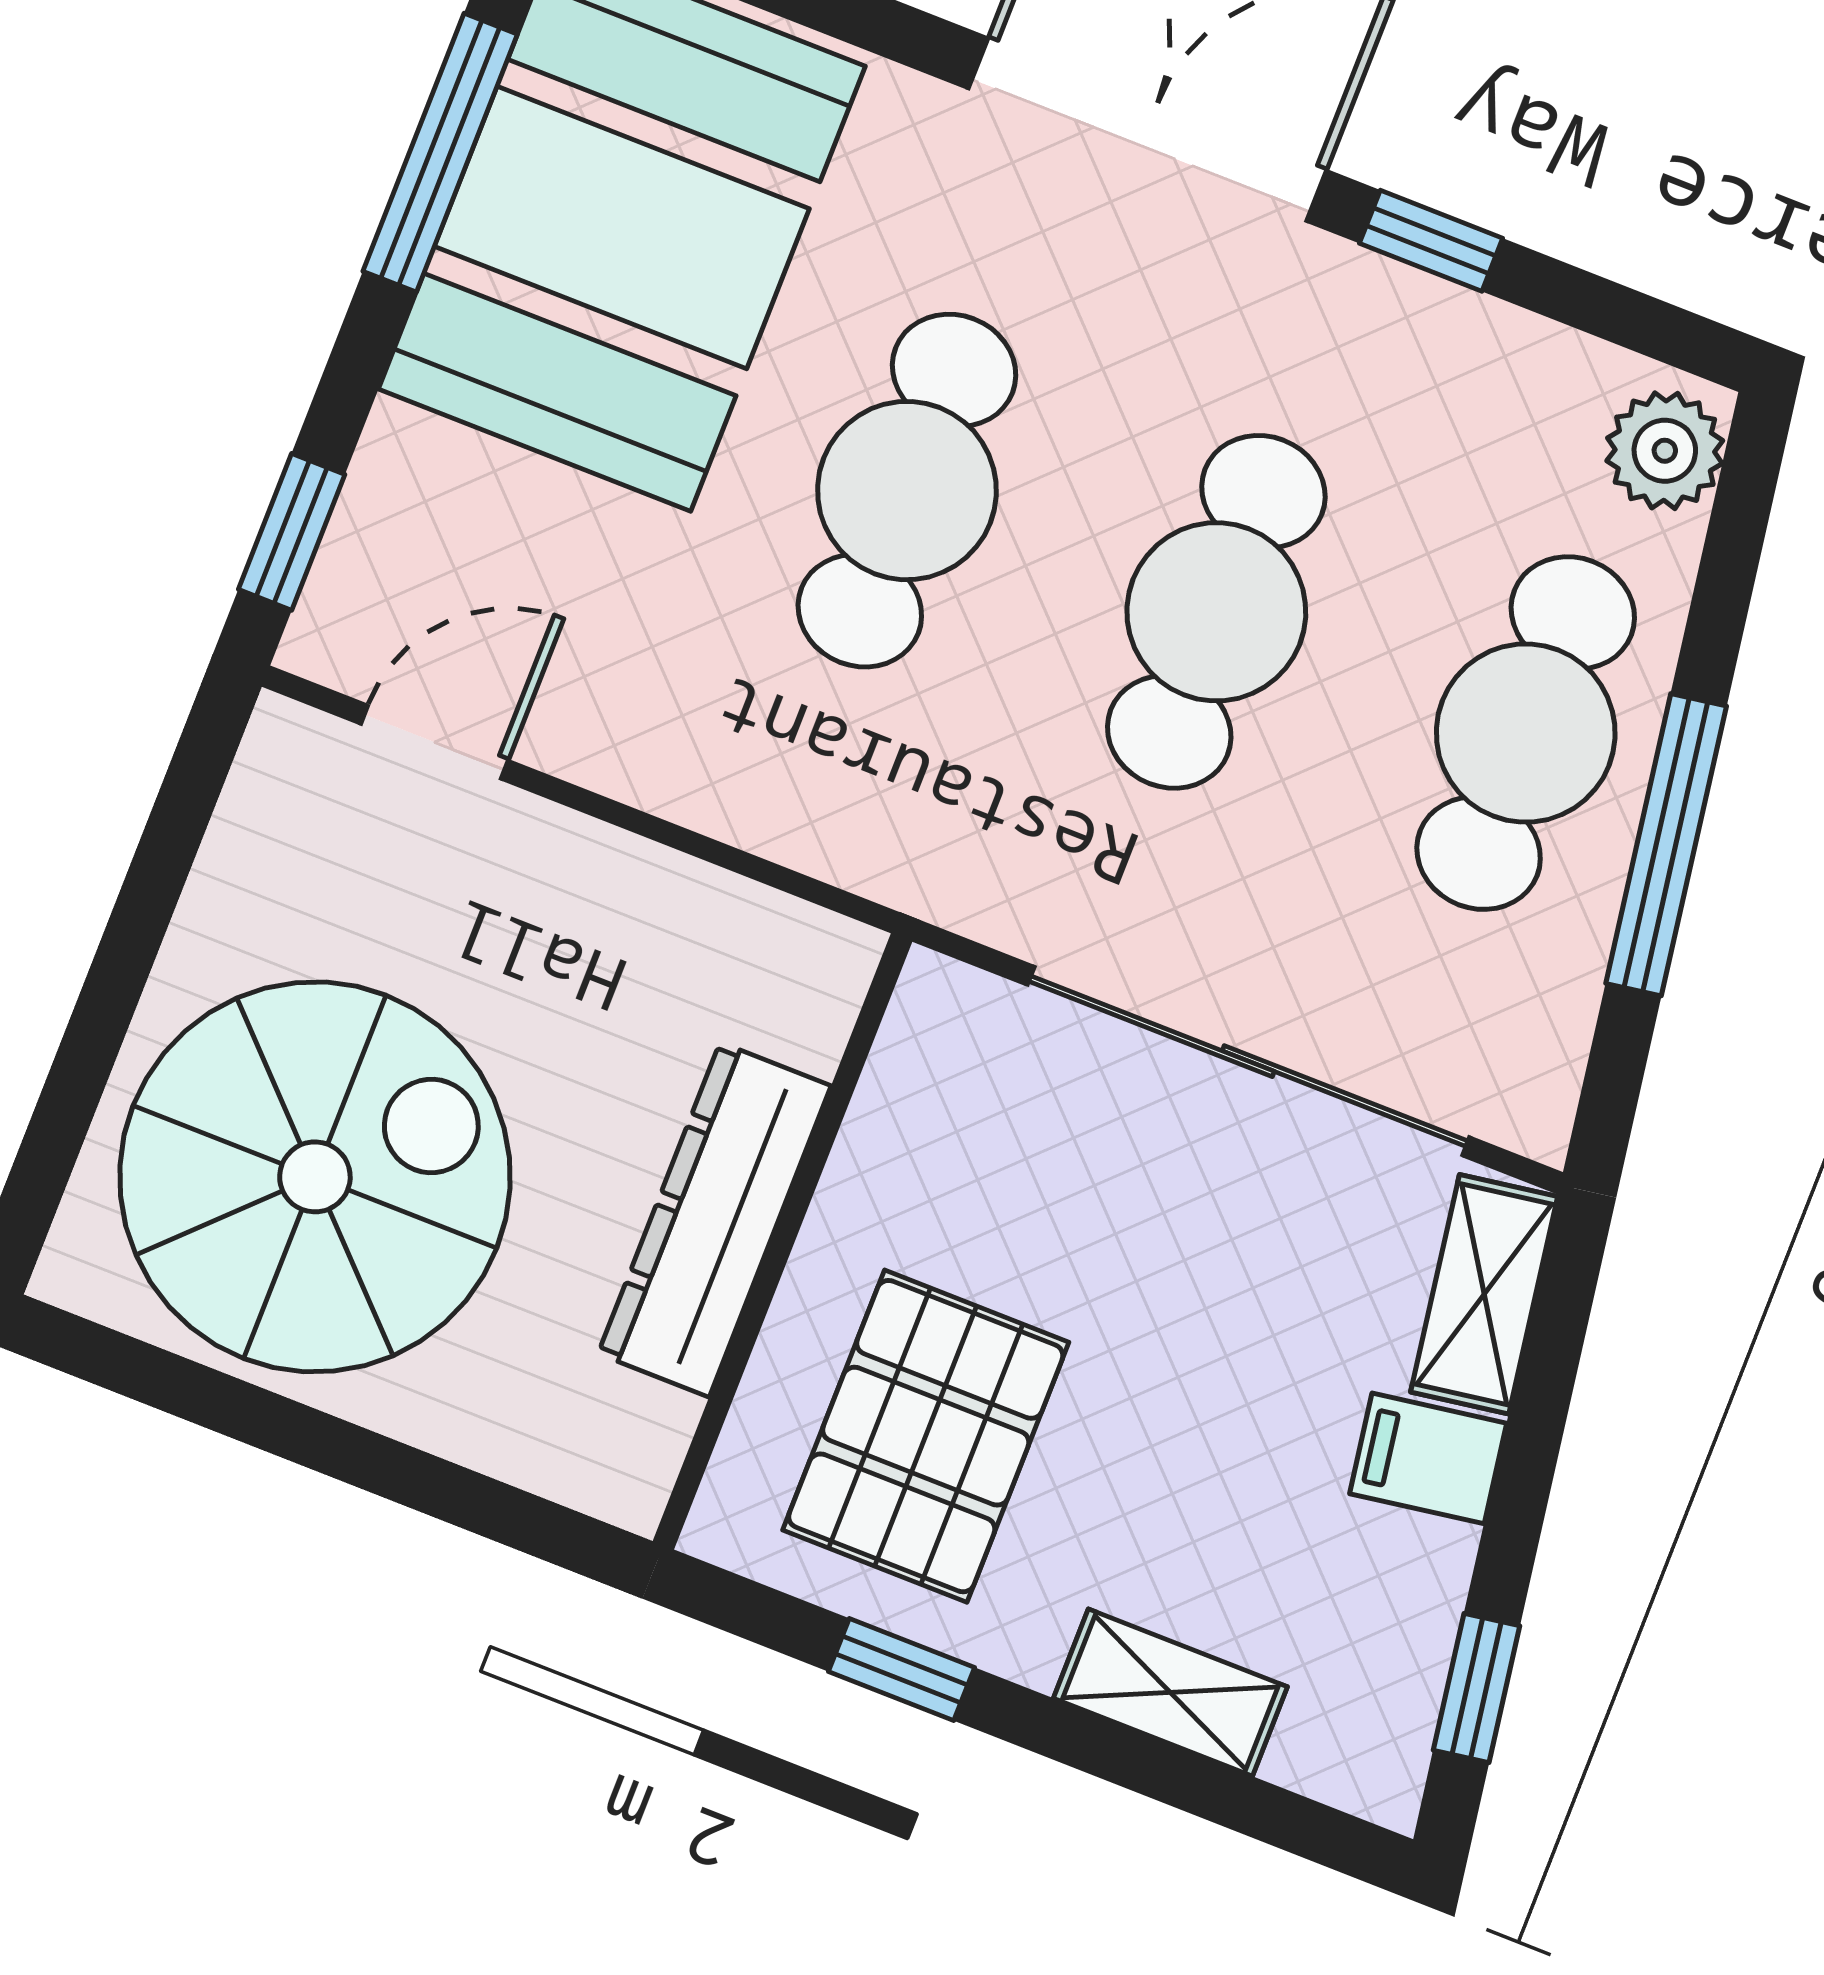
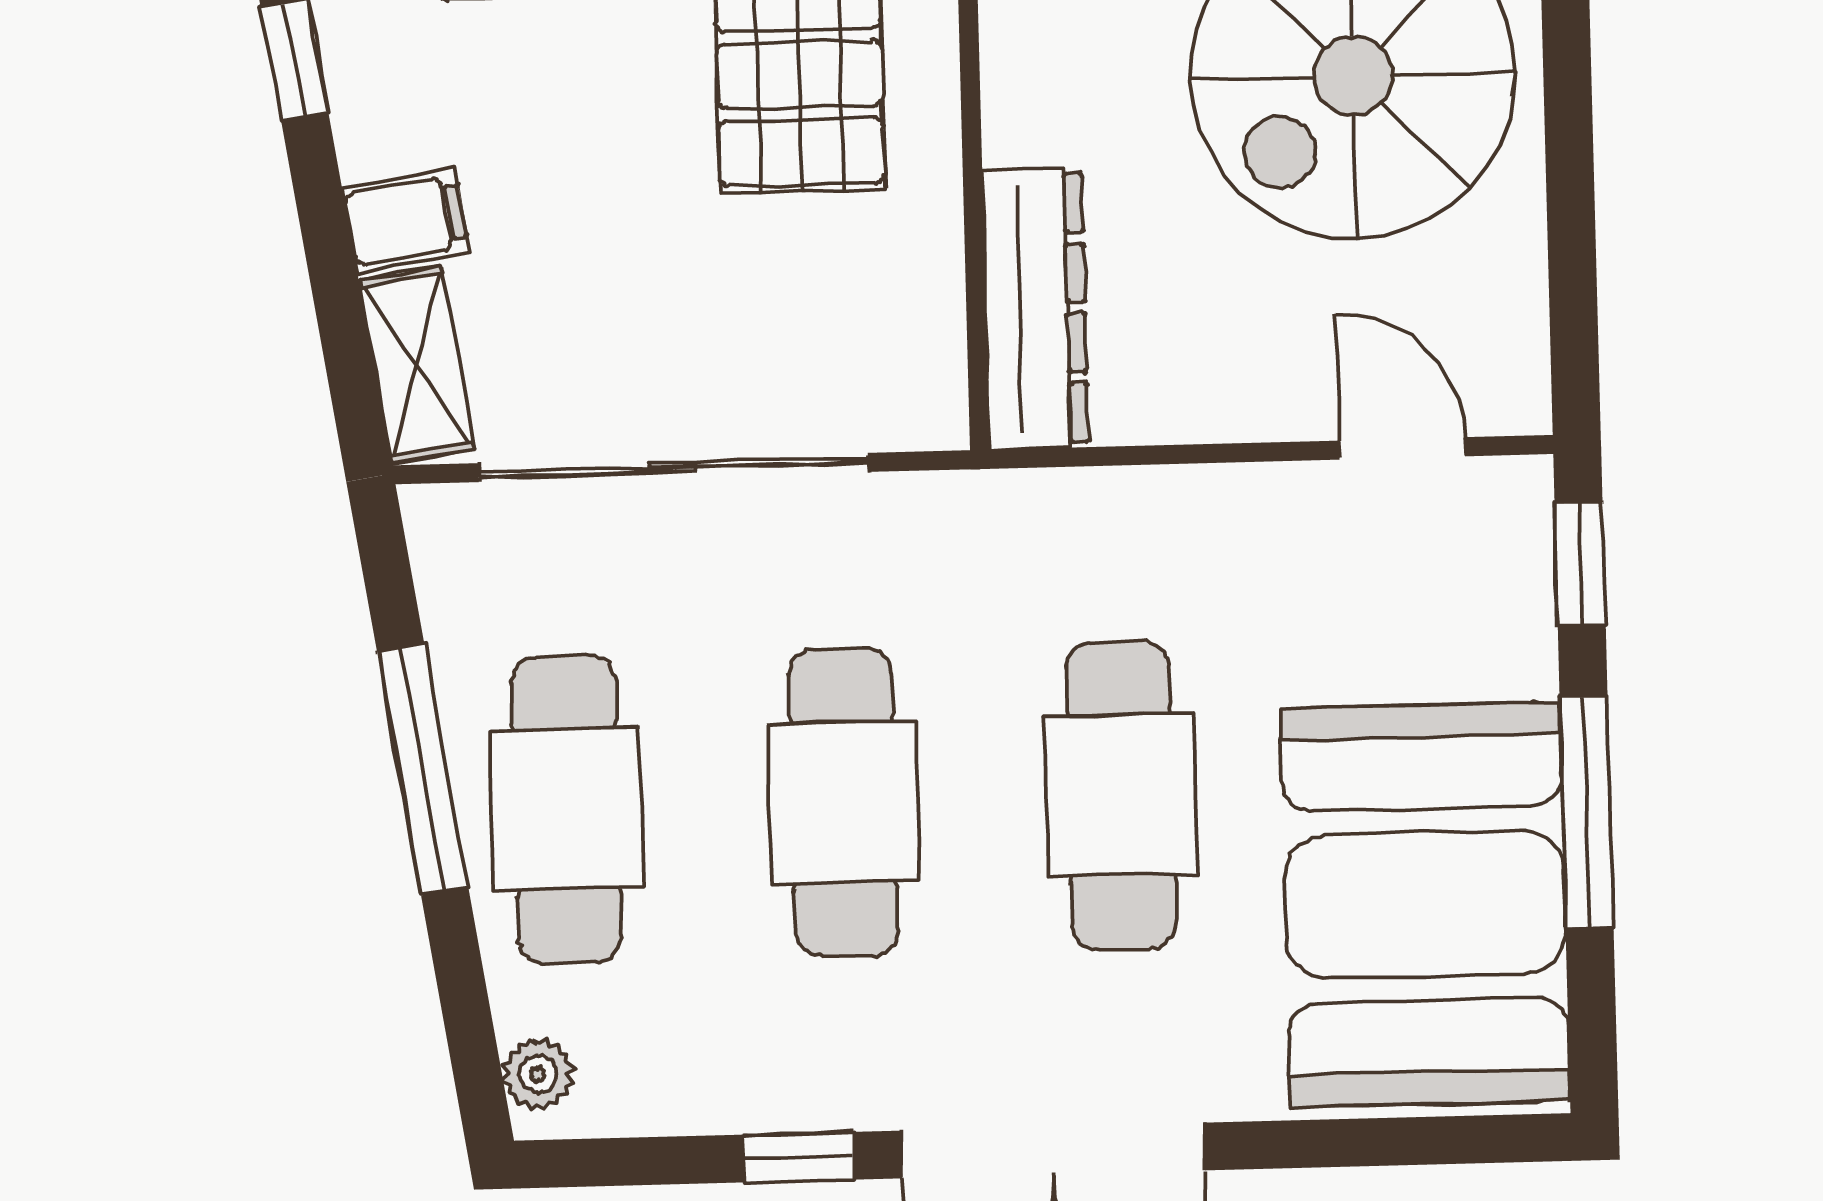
window: (440, 153) -> (1587, 812), moved
plant: (1665, 451) -> (538, 1074), width x0.73, depth x0.73
door: (434, 742) -> (1402, 448), swing flipped
dresser: (715, 1220) -> (1035, 309), moved

